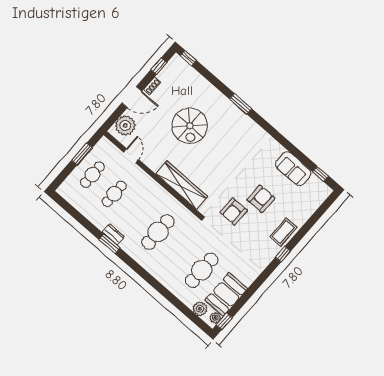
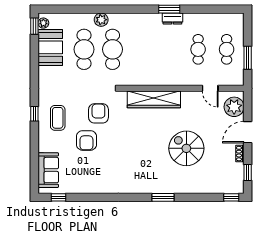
sofa: (293, 169) -> (48, 170), moved, turned 90
cafe table: (158, 232) -> (113, 49), moved
coffee table: (283, 232) -> (58, 118), moved
plant: (200, 309) -> (101, 20), moved

